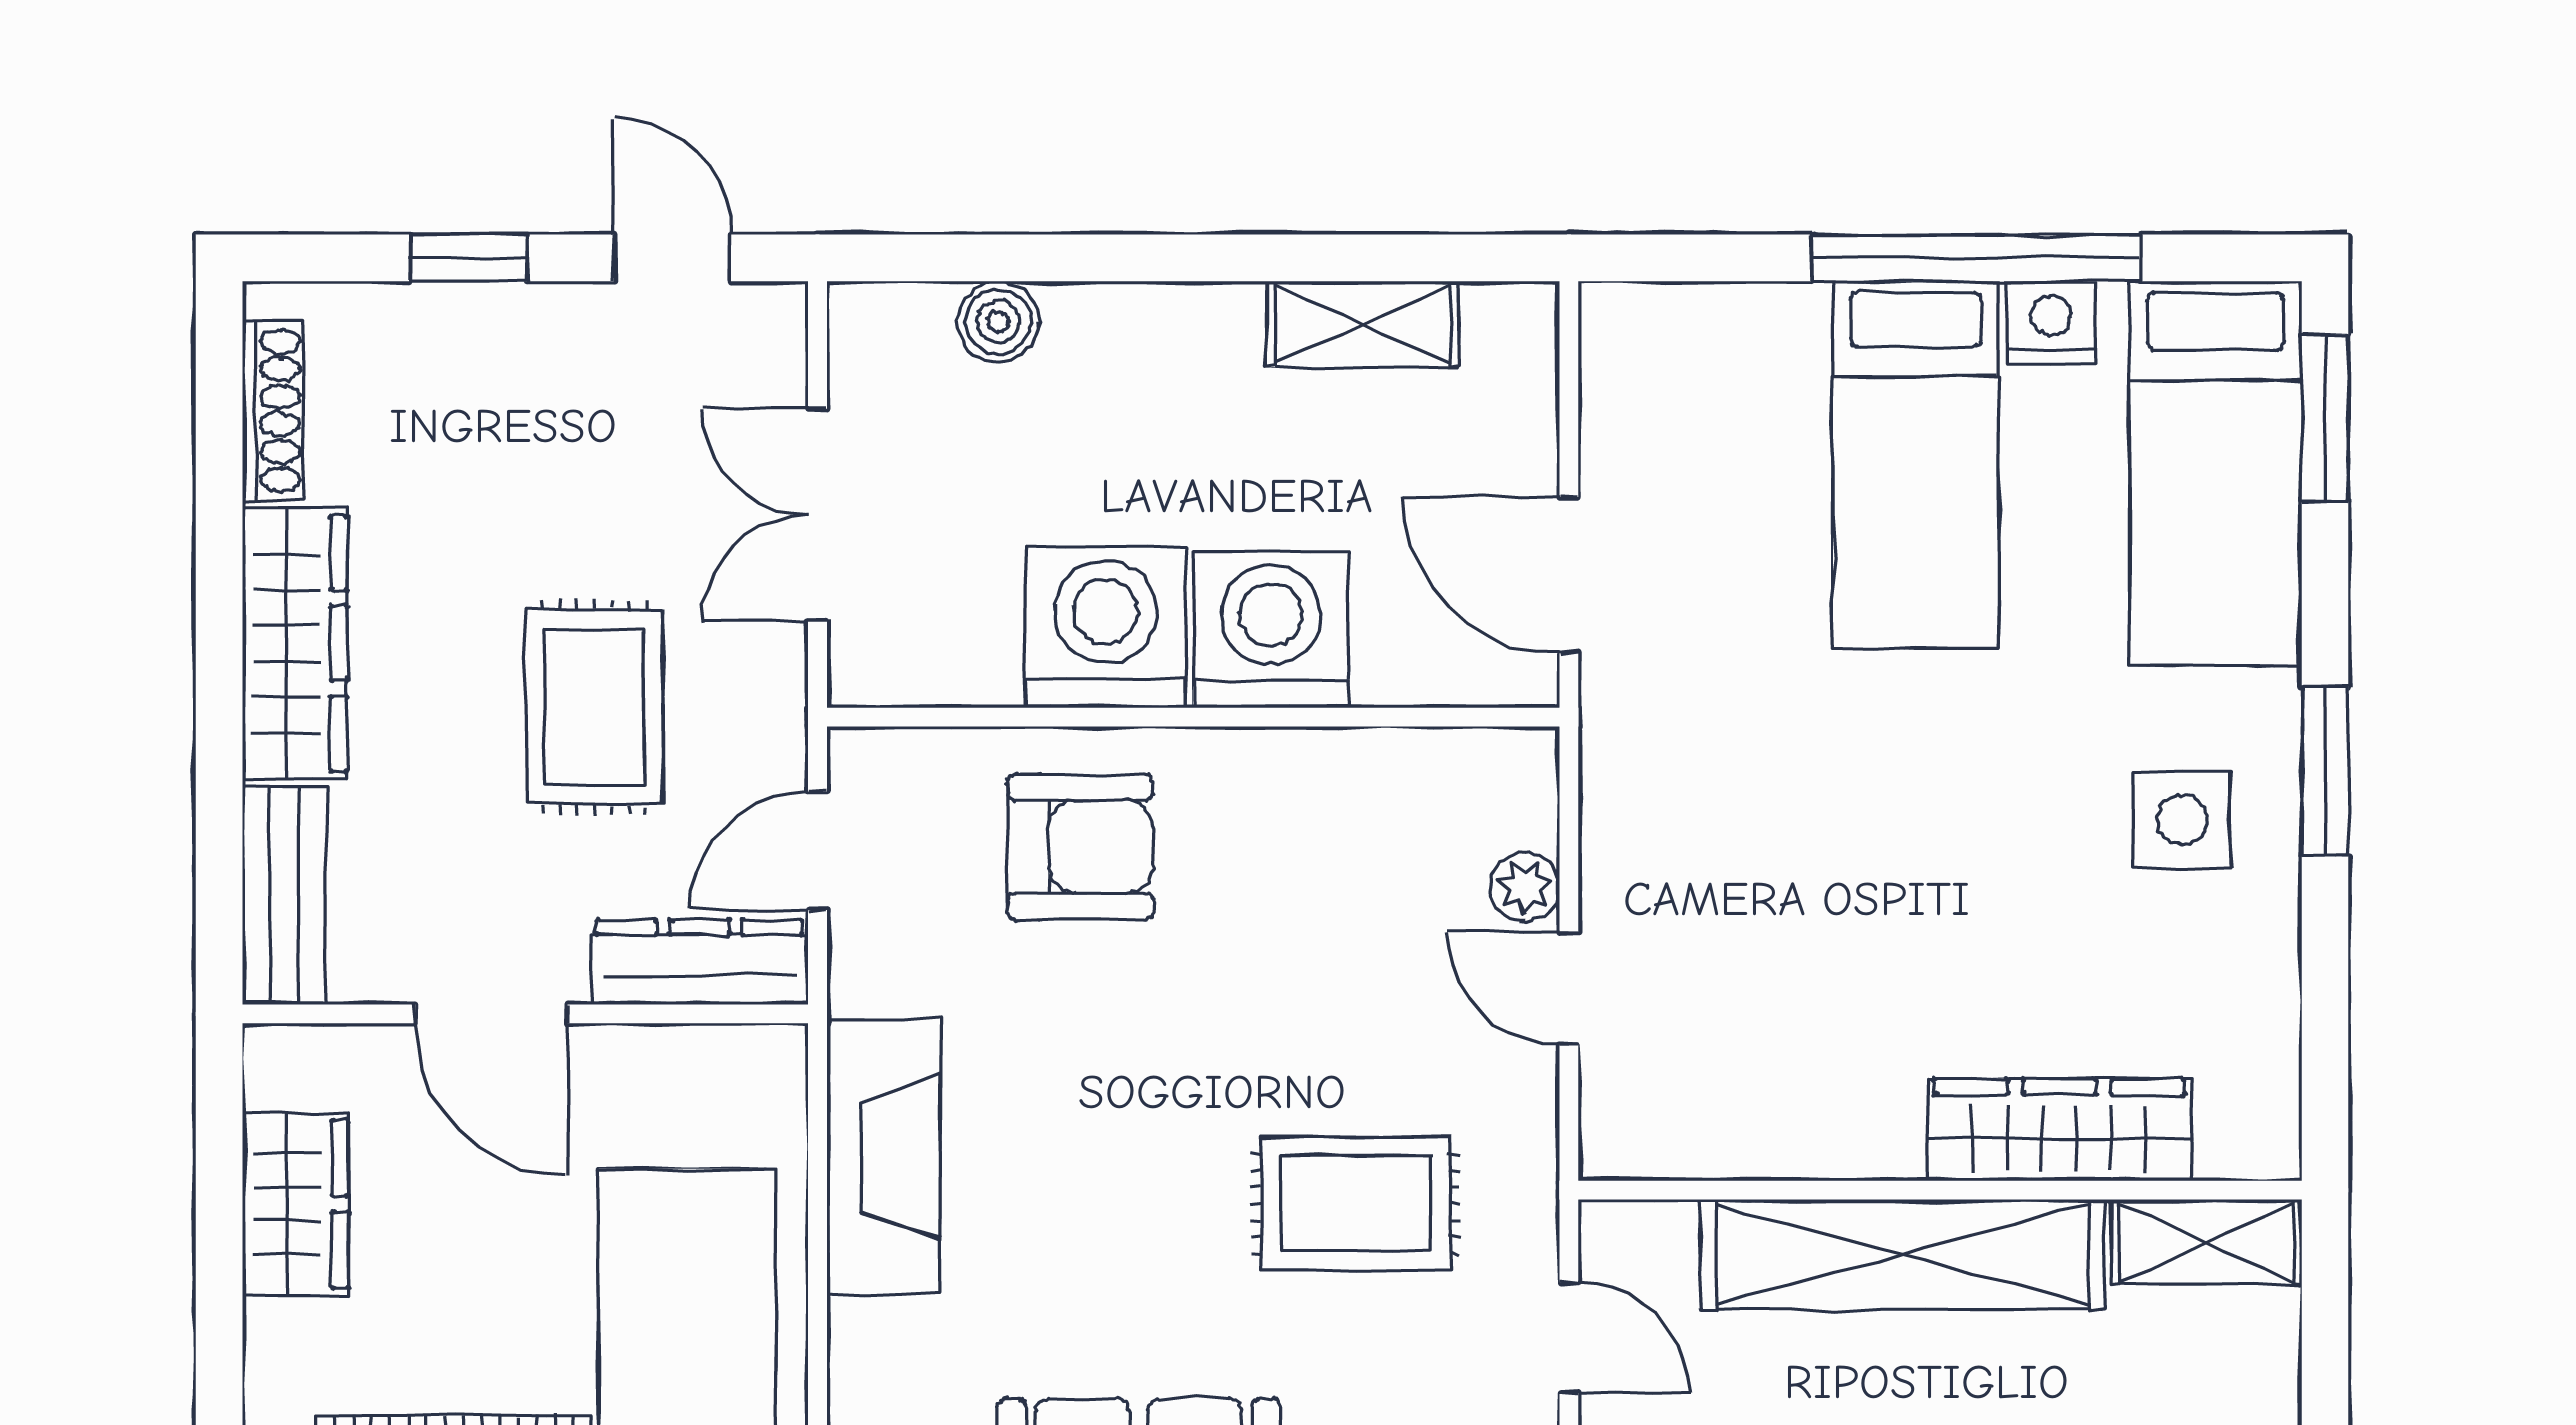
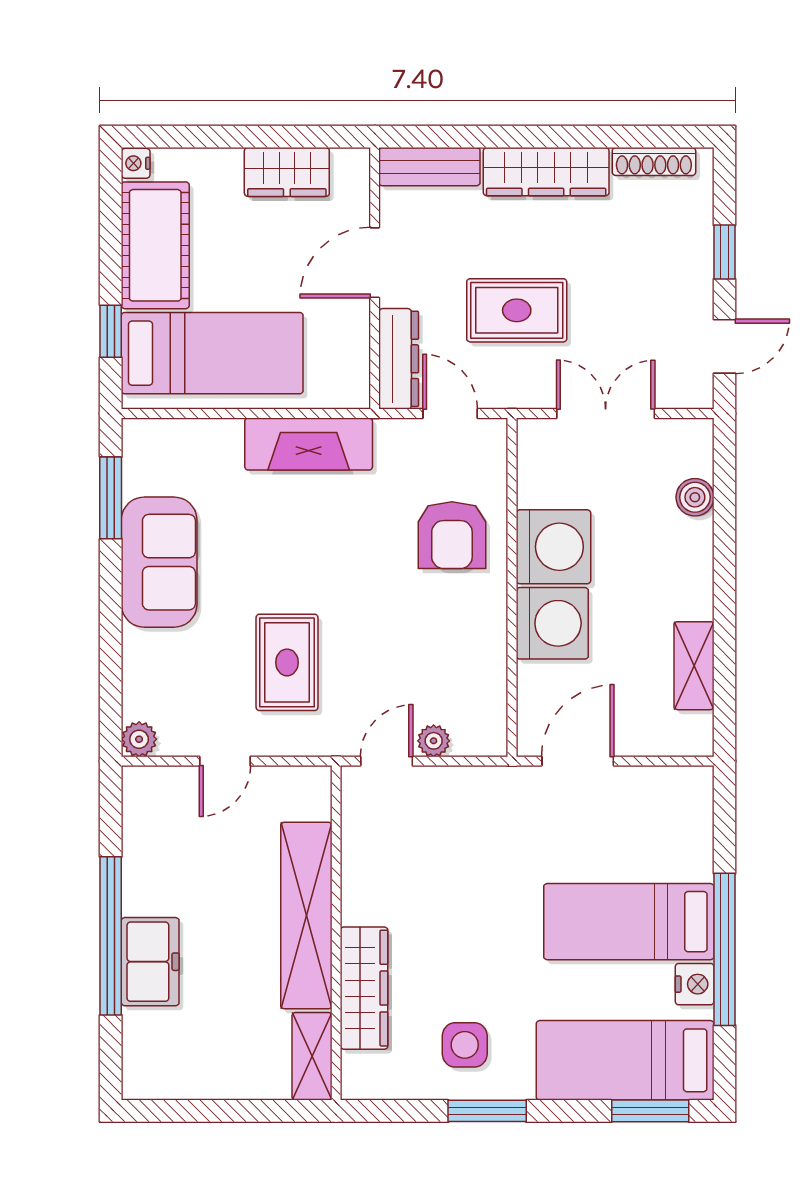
wardrobe: (2059, 1130) -> (364, 988), moved
wall: (1940, 1190) -> (336, 933), moved
shelving: (2207, 1242) -> (312, 1056), moved
shelving: (1902, 1255) -> (306, 915), moved

